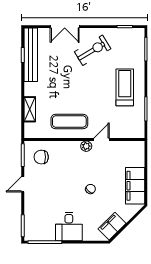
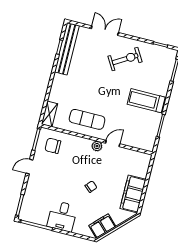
double door: (65, 27) -> (105, 31), swing flipped
treadmill: (125, 87) -> (146, 101), turned -90
shelving: (30, 109) -> (50, 114), moved

